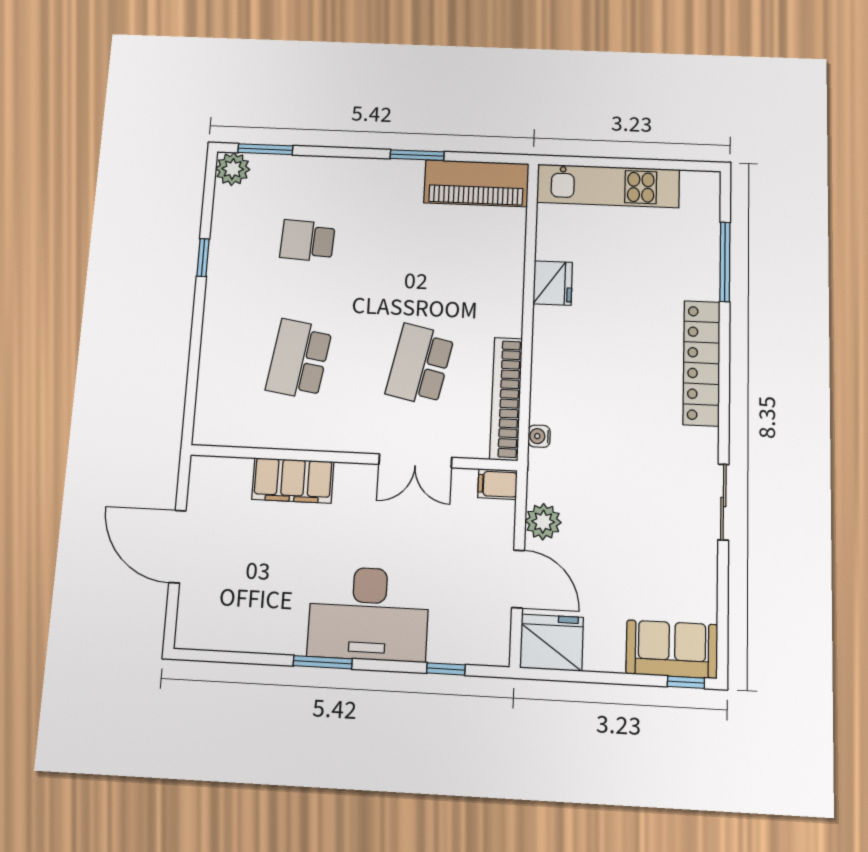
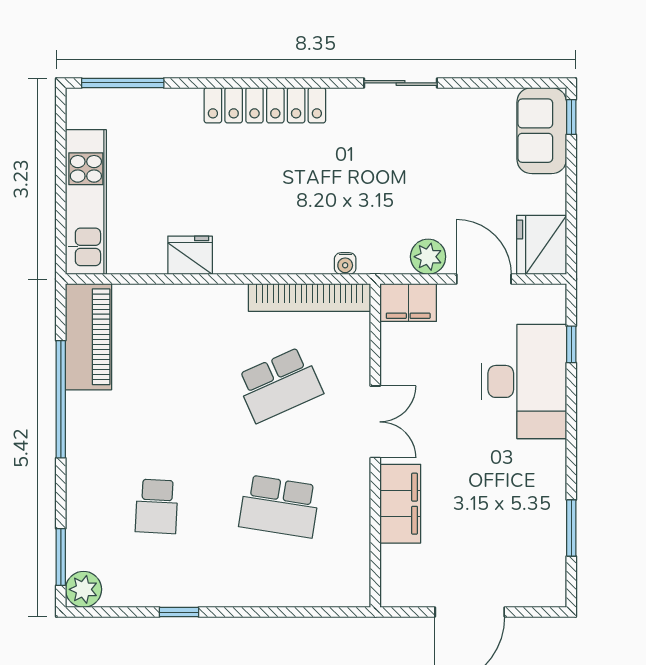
window: (417, 155) -> (61, 399), width x2.11
window: (725, 262) -> (123, 83), moved
school desk: (420, 365) -> (279, 385), turned -36
double door: (415, 461) -> (375, 422), moved
filing cabinet: (497, 484) -> (408, 303), width x2.00
door: (518, 579) -> (484, 279), hinge flipped
desk: (369, 614) -> (524, 381), moved
window: (323, 662) -> (571, 528), moved

